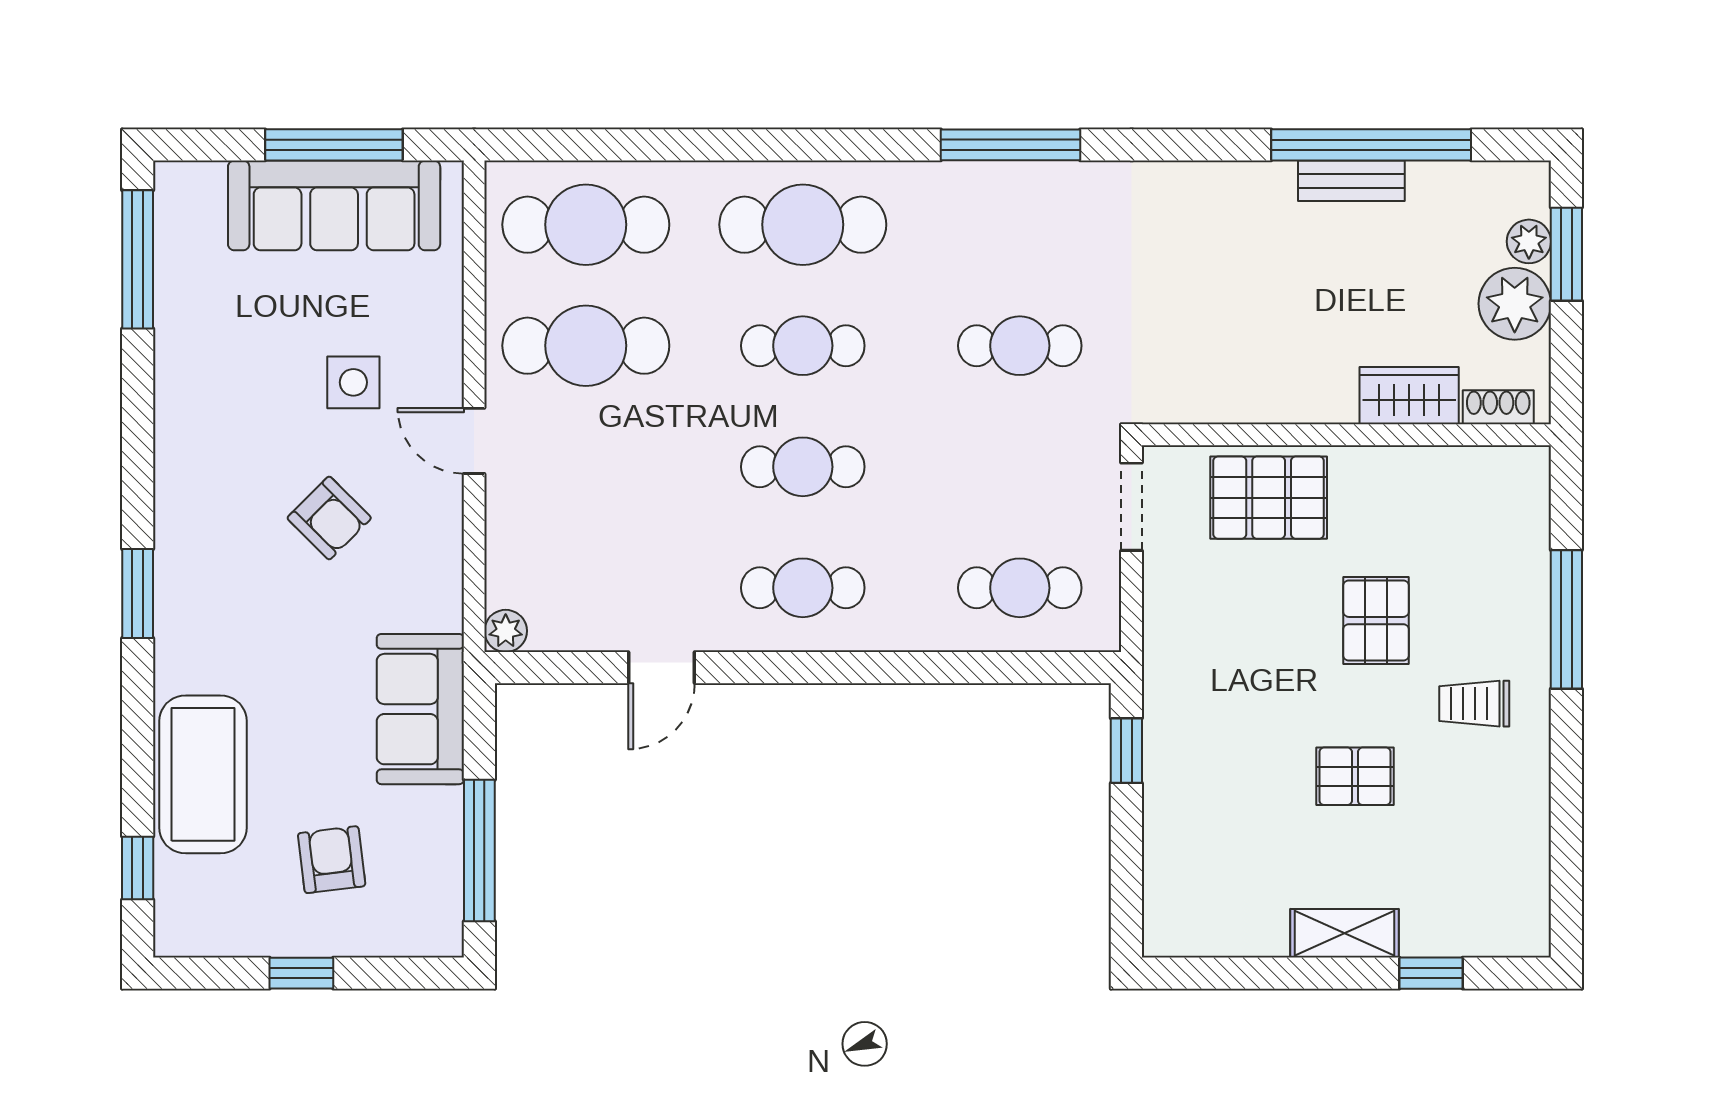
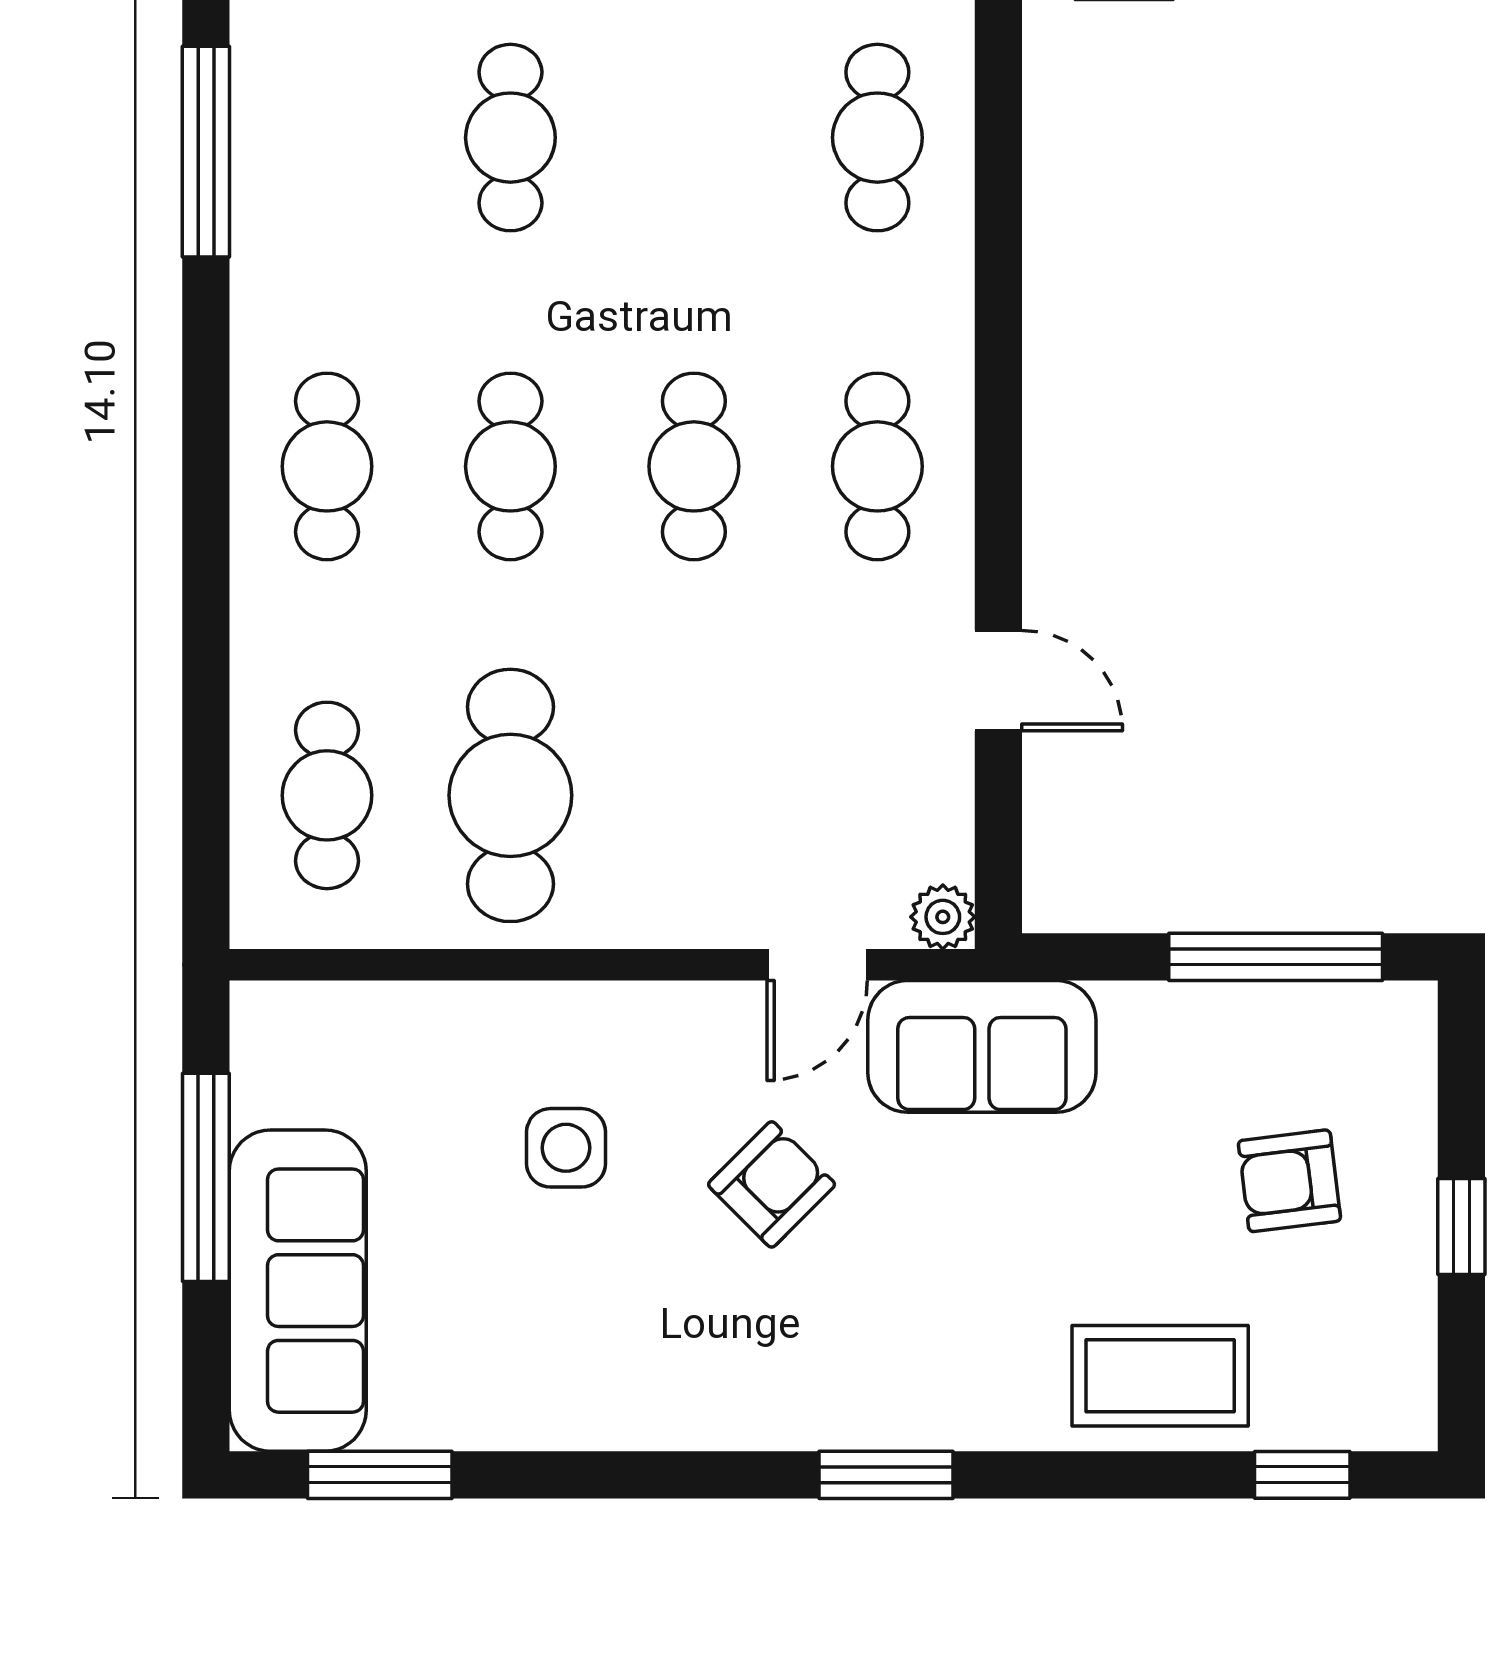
sofa: (334, 205) -> (298, 1291), moved
cafe table: (586, 225) -> (327, 795), width x0.73, depth x0.74
cafe table: (803, 225) -> (327, 466), width x0.73, depth x0.74
window: (138, 259) -> (380, 1475), width x0.69
door: (474, 441) -> (817, 965), moved
sofa: (420, 709) -> (982, 1046), moved
coffee table: (203, 774) -> (1160, 1376), width x0.73, depth x0.76

